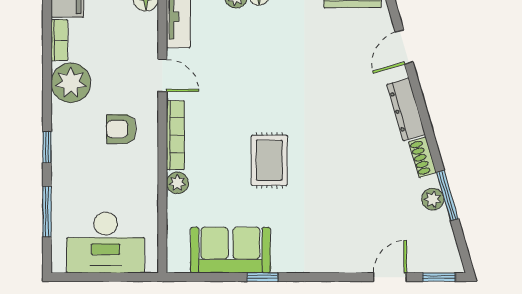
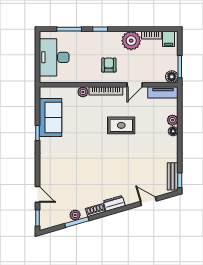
dresser: (406, 109) -> (114, 203), width x0.70
rug: (269, 160) -> (121, 125), moved

